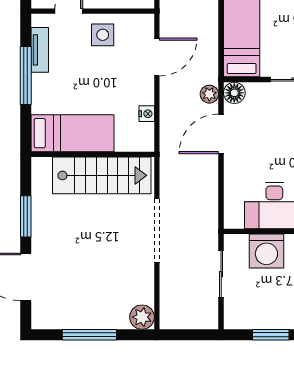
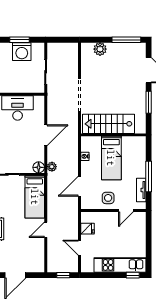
bed: (73, 133) -> (111, 158), moved, turned -90
door: (221, 134) -> (46, 135), moved
washing machine: (266, 251) -> (22, 52), moved, turned 180
plant: (142, 317) -> (100, 49), moved
window: (89, 335) -> (126, 40), moved

